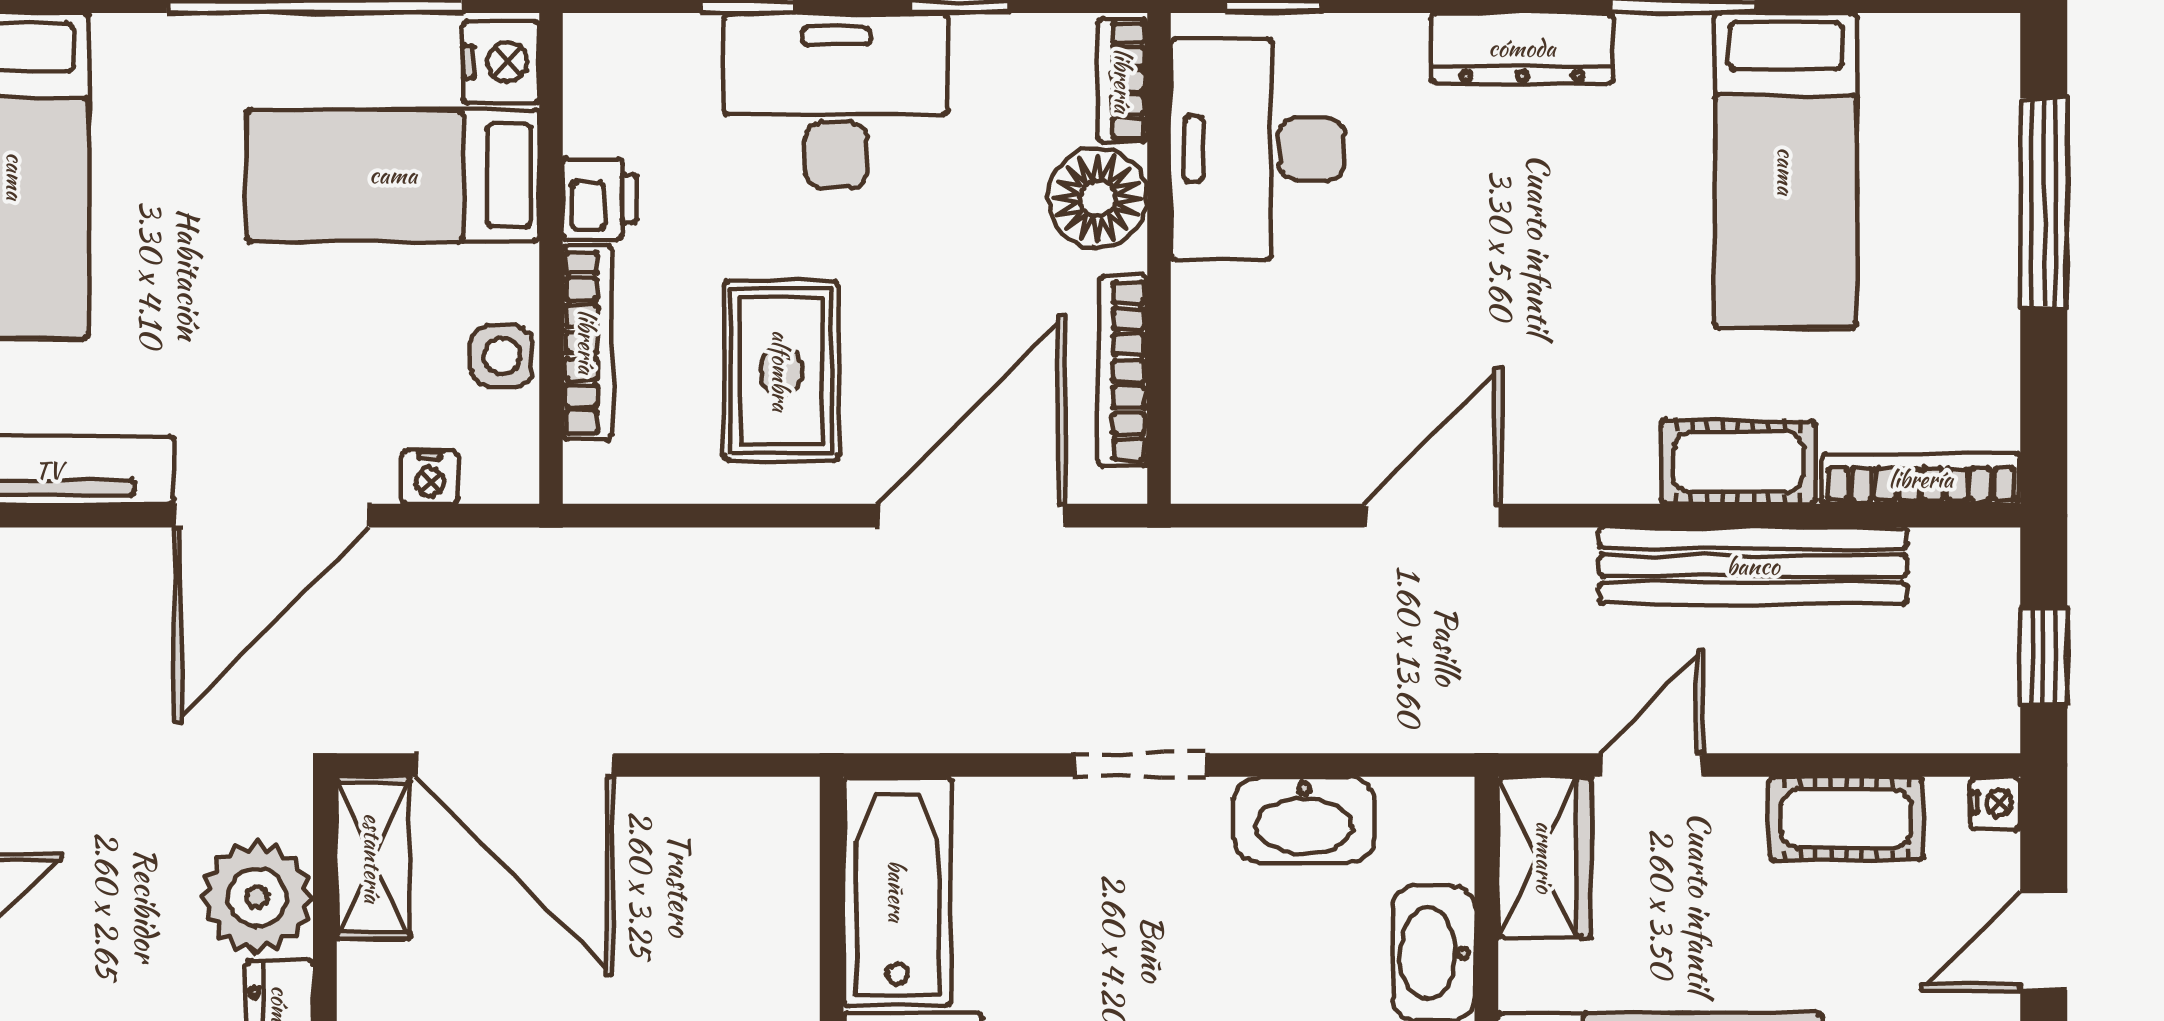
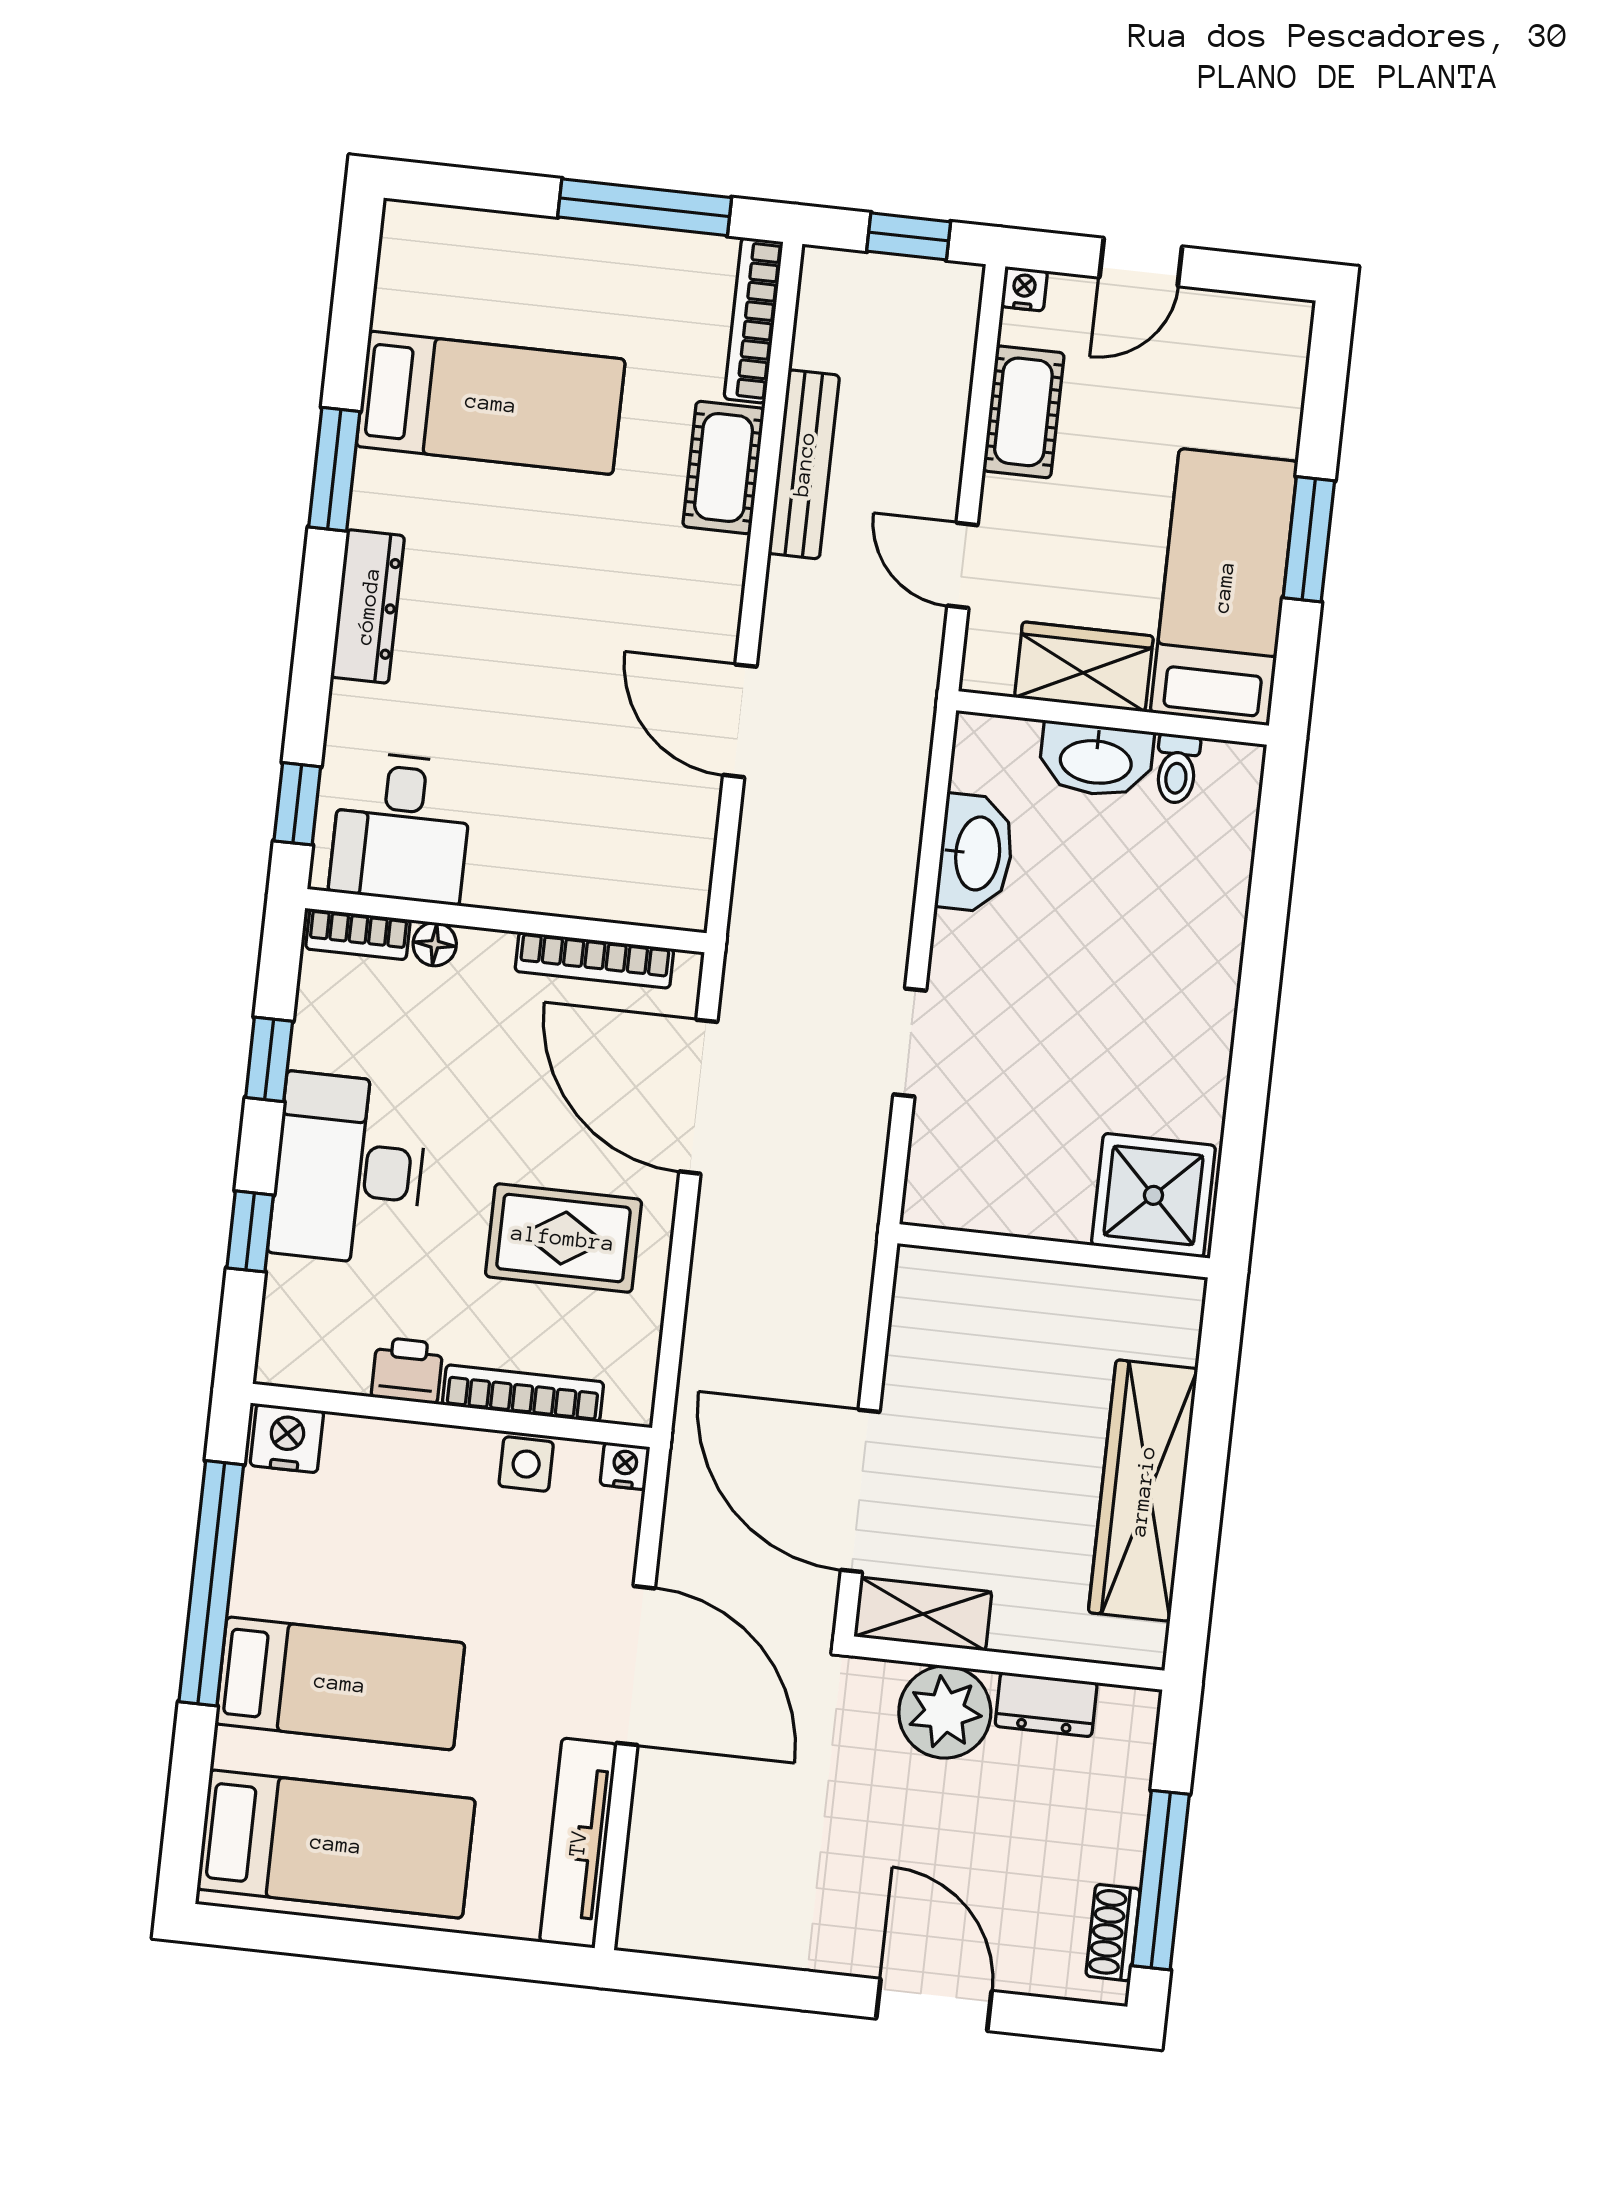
desk: (1258, 149) -> (401, 828), width x0.73
bed: (393, 175) -> (340, 1683), moved, turned -90
floor lamp: (1097, 199) -> (435, 944), width x0.53, depth x0.53
window: (2044, 203) -> (645, 207), moved
nightstand: (430, 478) -> (625, 1466), moved, turned -90
bench: (1753, 566) -> (804, 464), width x0.73, depth x0.82
door: (514, 765) -> (860, 1491), swing flipped
doorway: (1141, 765) -> (910, 1042), moved
wardrobe: (1545, 857) -> (1084, 667), moved
bathtub: (897, 891) -> (998, 1190), removed
door: (2044, 941) -> (1141, 262), hinge flipped

